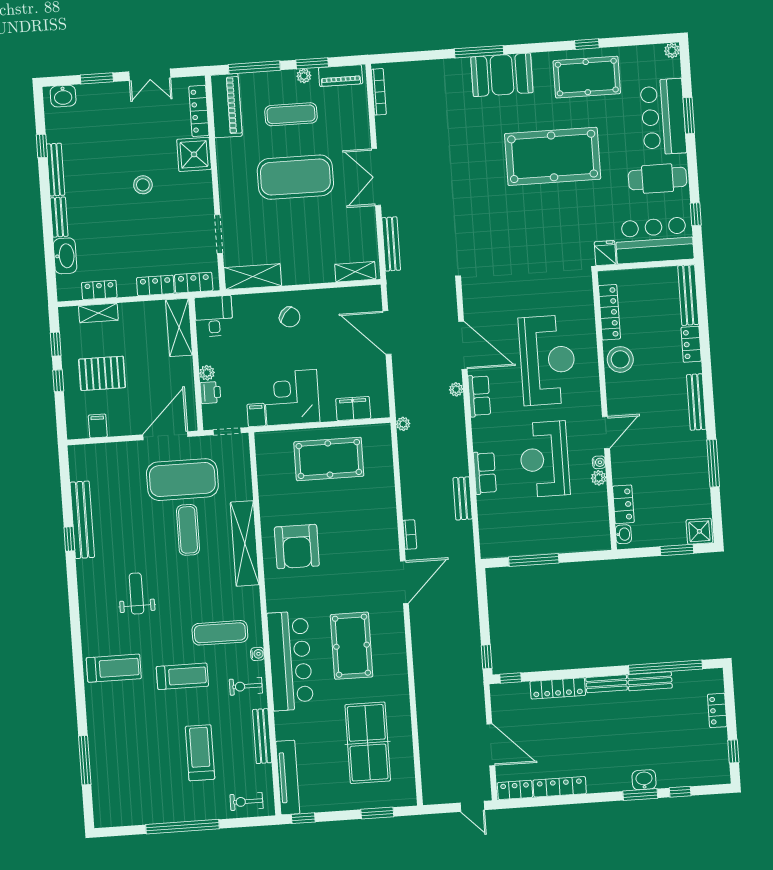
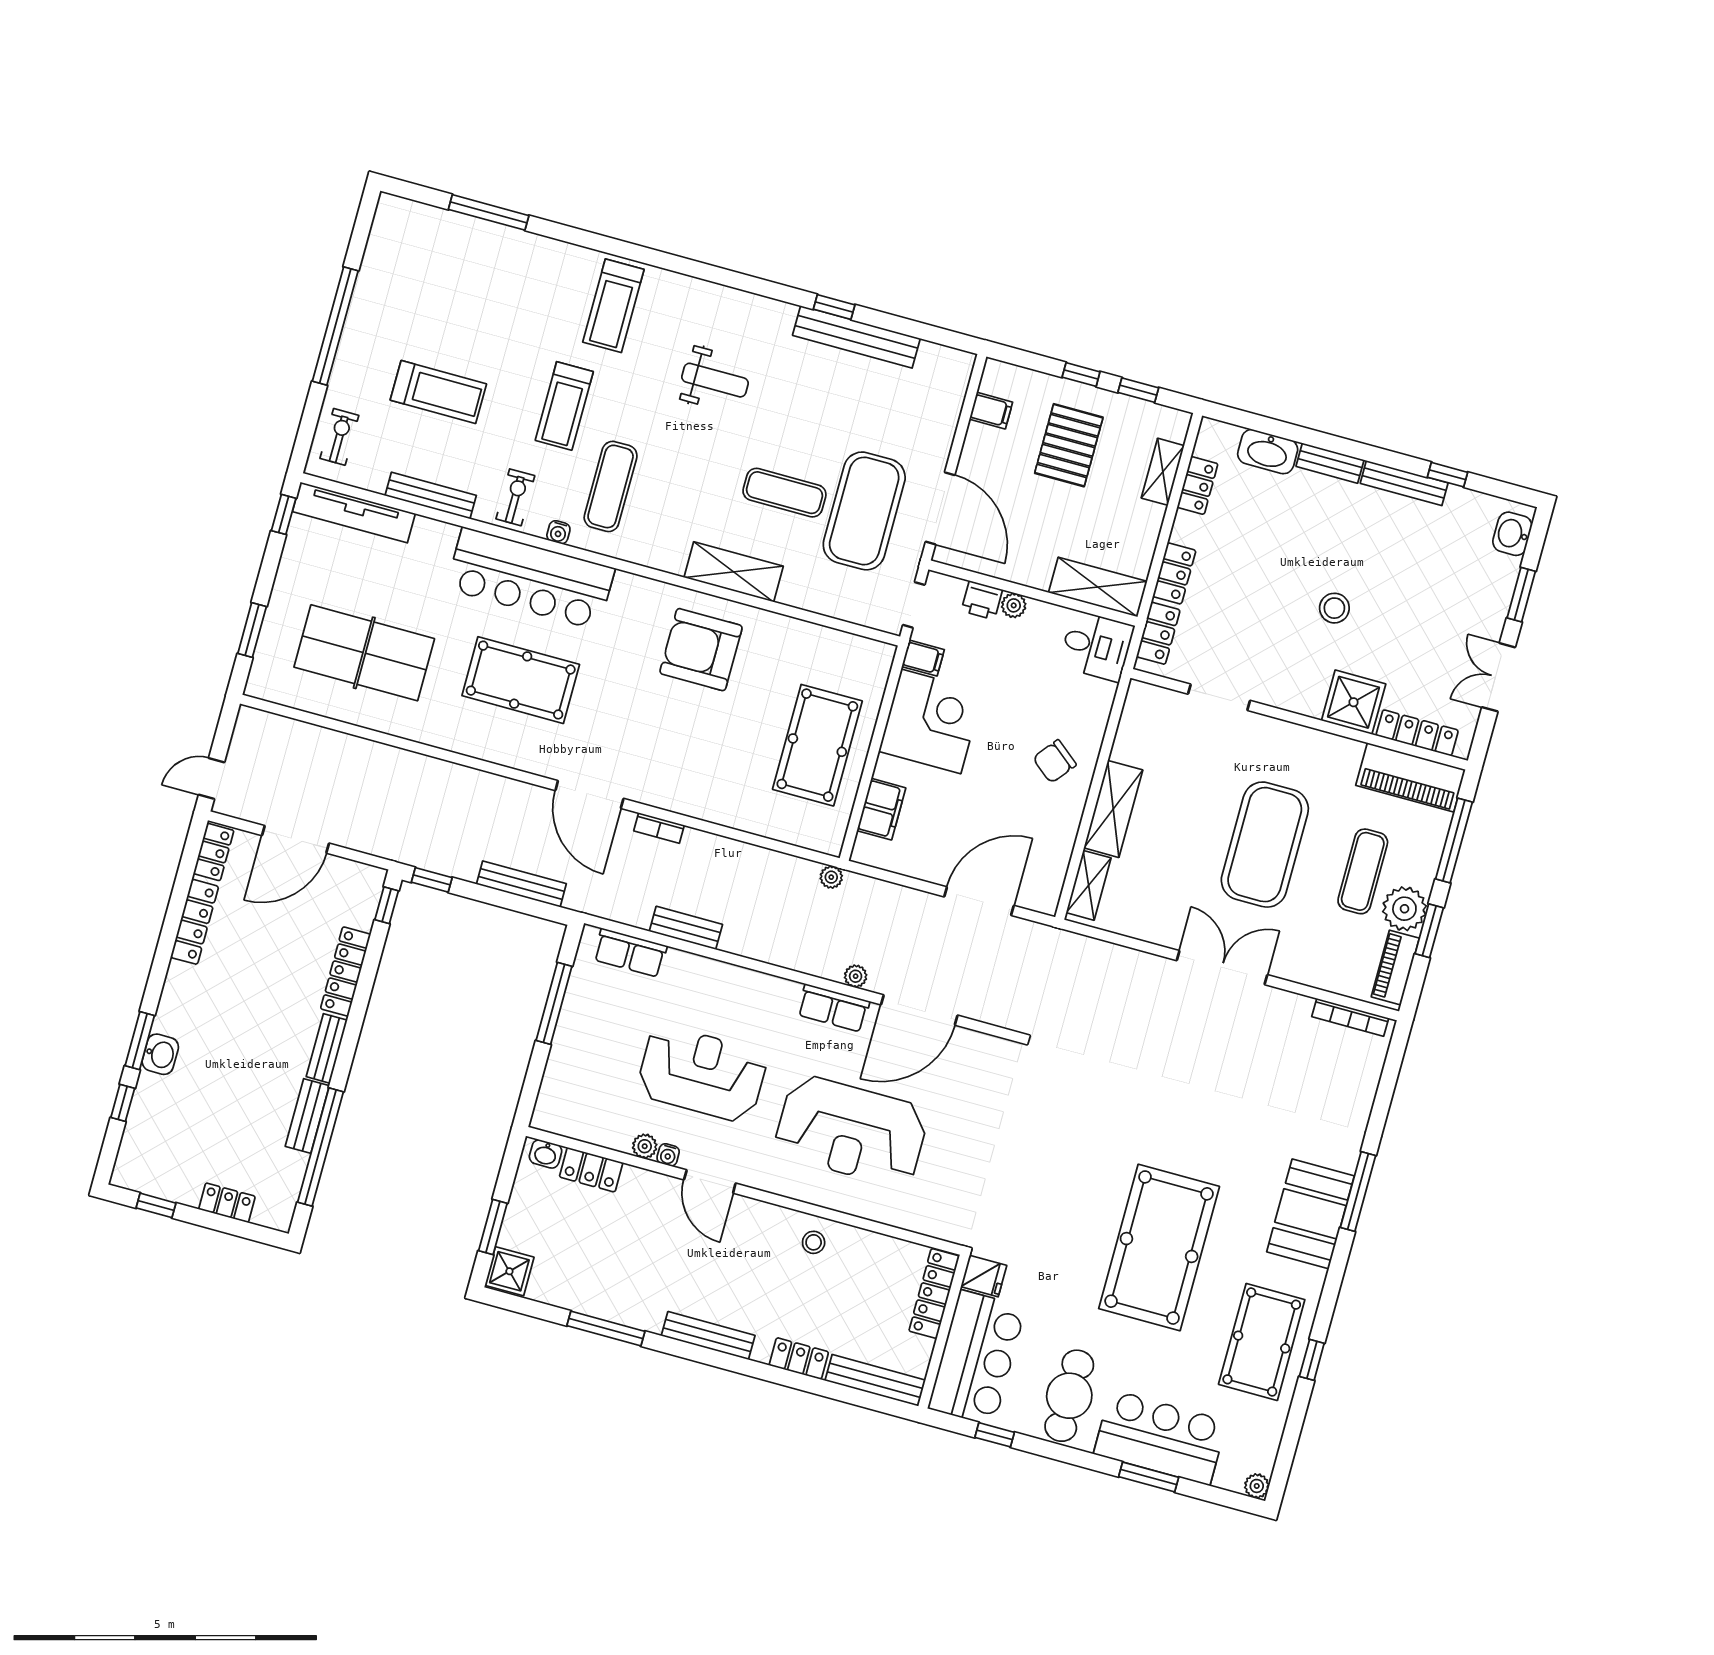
plant: (304, 76) -> (1404, 909), width x1.88, depth x1.88
bench: (391, 244) -> (521, 884), moved
shelving: (253, 277) -> (1113, 809), moved
locker: (609, 312) -> (934, 1293), moved, turned 90
stool: (620, 359) -> (814, 1242), width x0.53, depth x0.53
row of seats: (485, 473) -> (630, 953), moved
shelving: (245, 543) -> (734, 572), width x0.68

